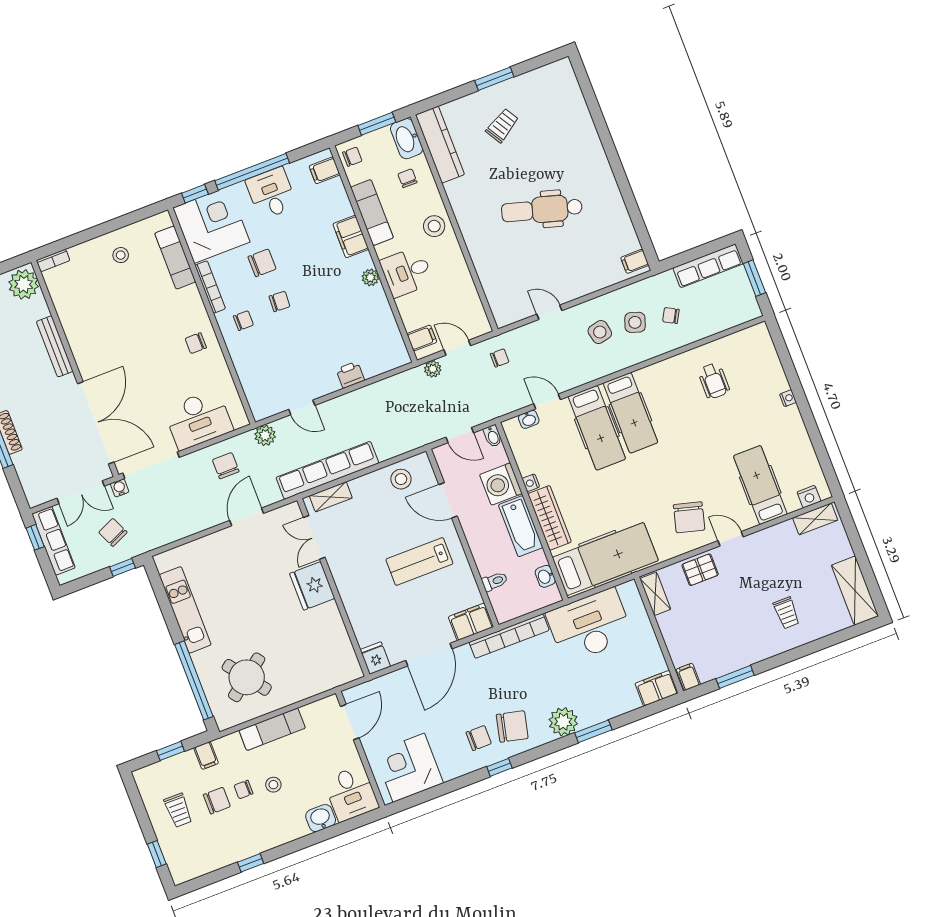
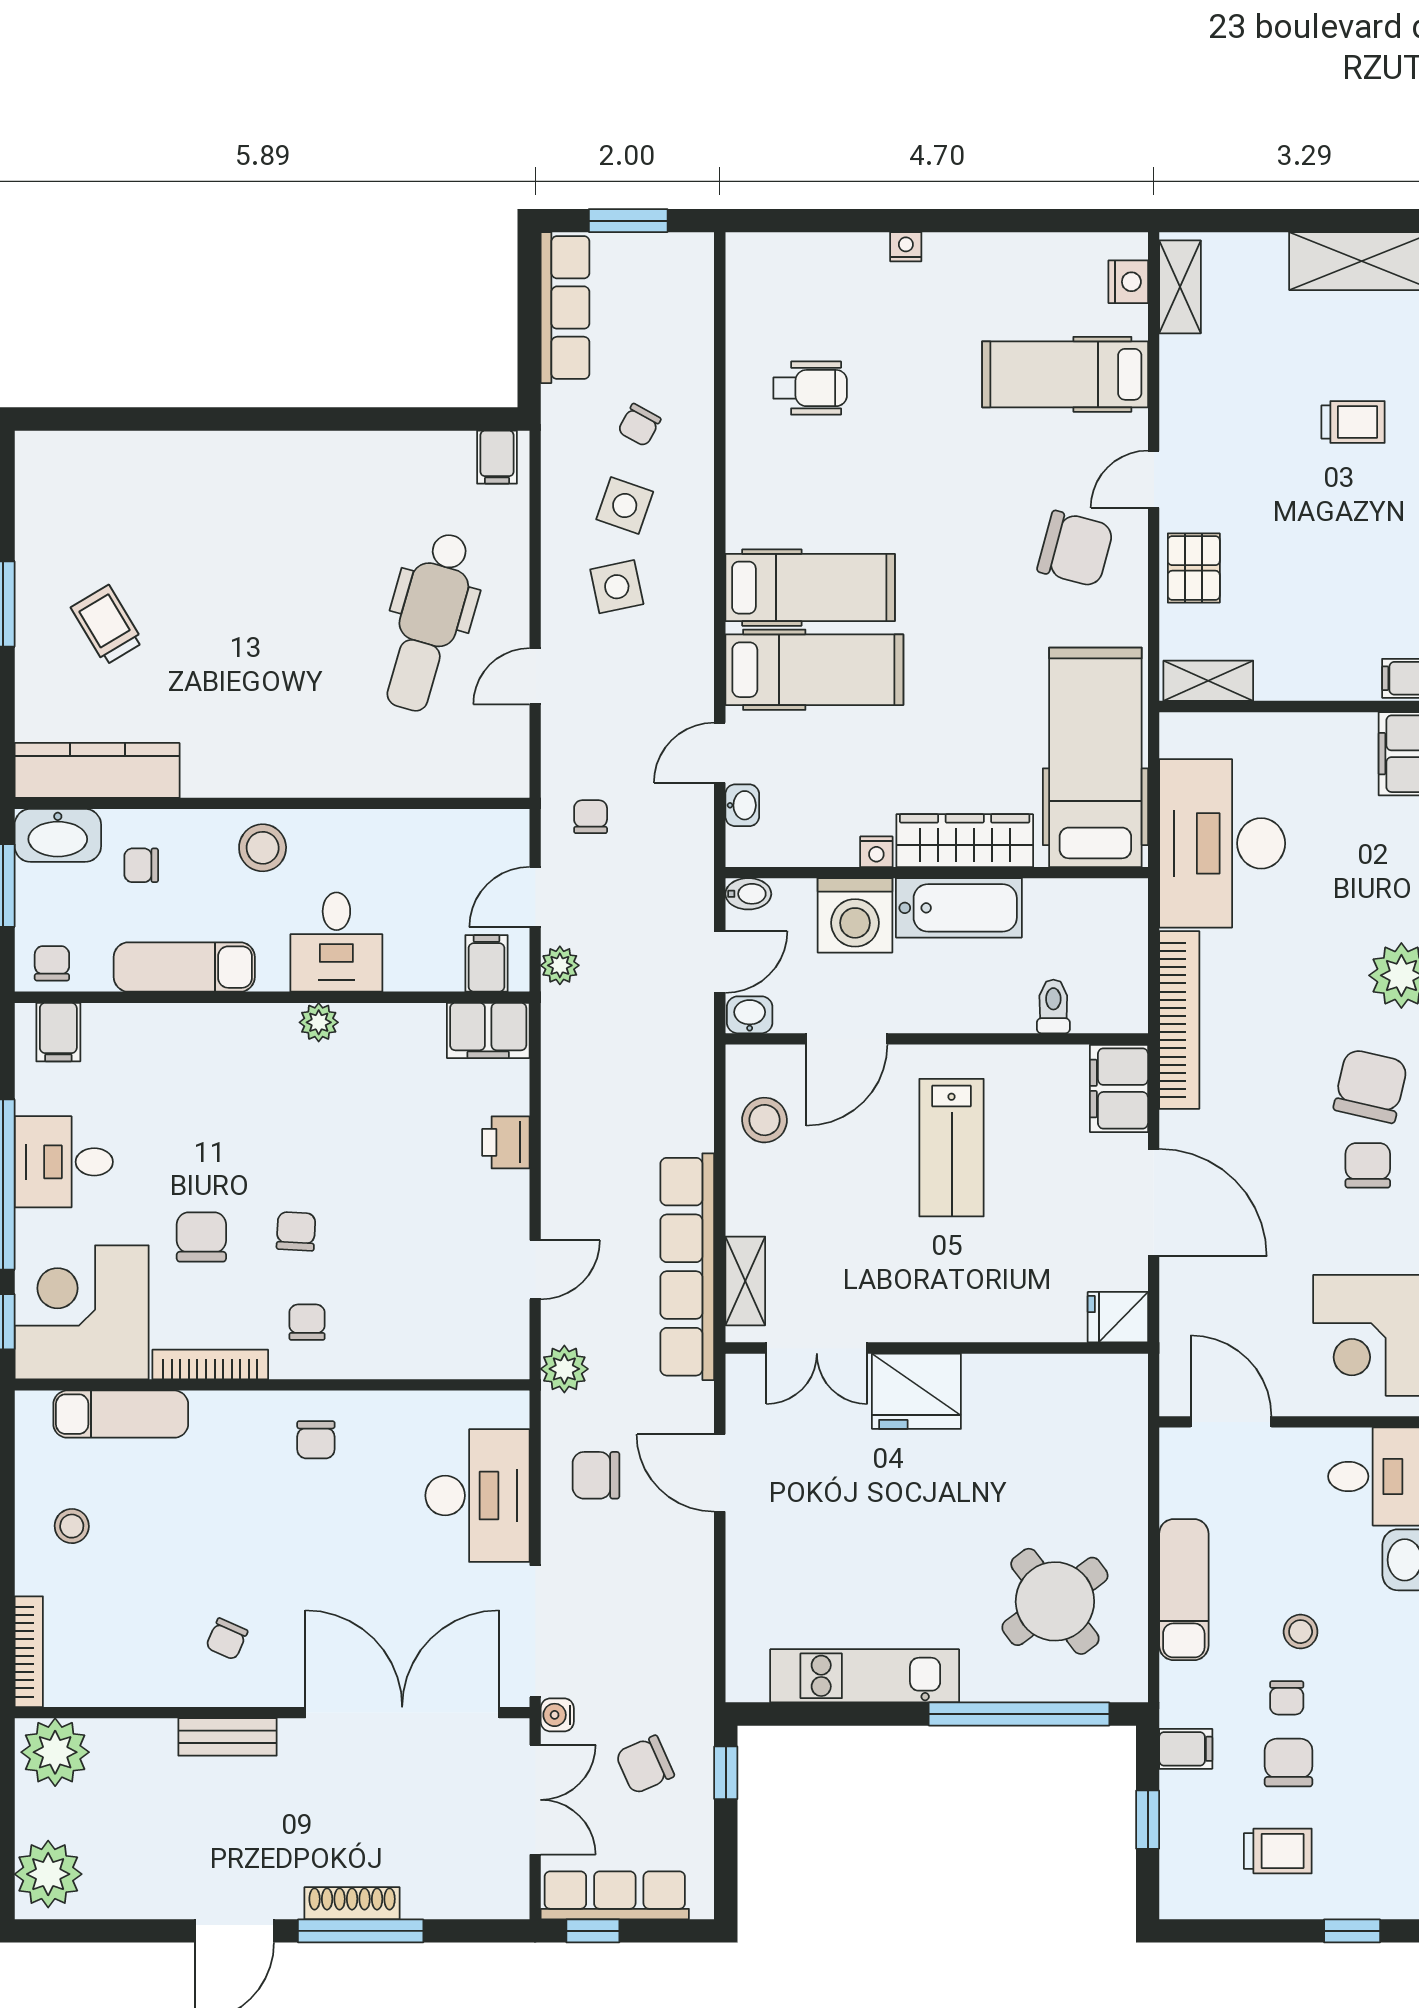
dental chair: (542, 210) -> (429, 622), moved
filing cabinet: (351, 237) -> (488, 1030), moved
bookcase: (53, 260) -> (29, 1652), width x1.56
chair: (98, 338) -> (227, 1639), added
bench: (55, 346) -> (227, 1737), width x0.73
washbasin: (545, 576) -> (750, 1015), moved, turned 180

